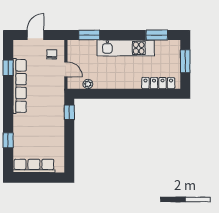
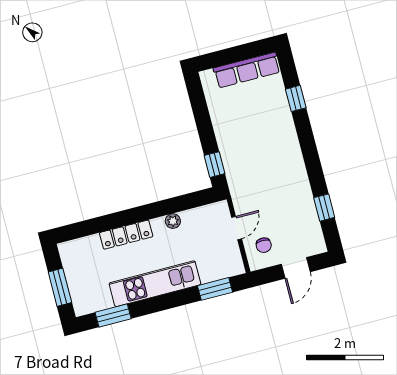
door: (66, 69) -> (237, 228), swing flipped
locker: (158, 83) -> (126, 235), moved
plant: (88, 84) -> (173, 221), moved
row of seats: (20, 86) -> (300, 185), removed

